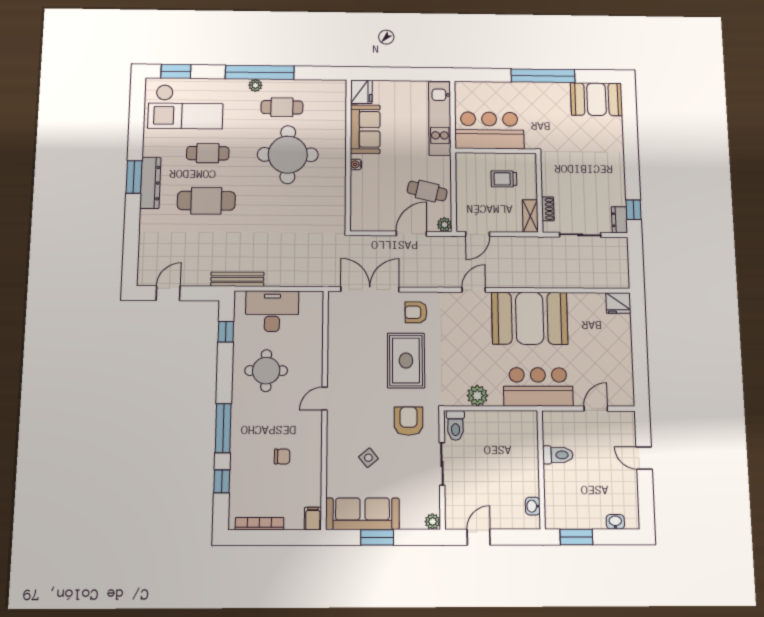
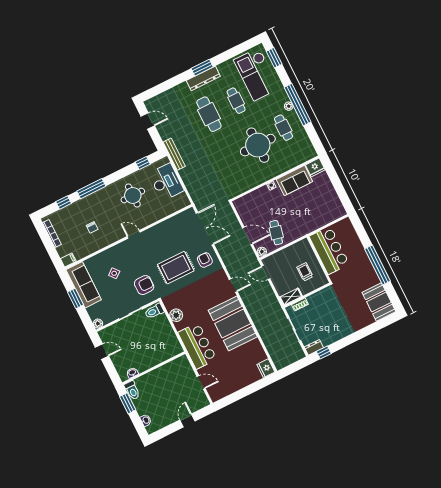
kitchen unit: (440, 118) -> (322, 219), removed
toilet: (558, 455) -> (132, 390), moved

